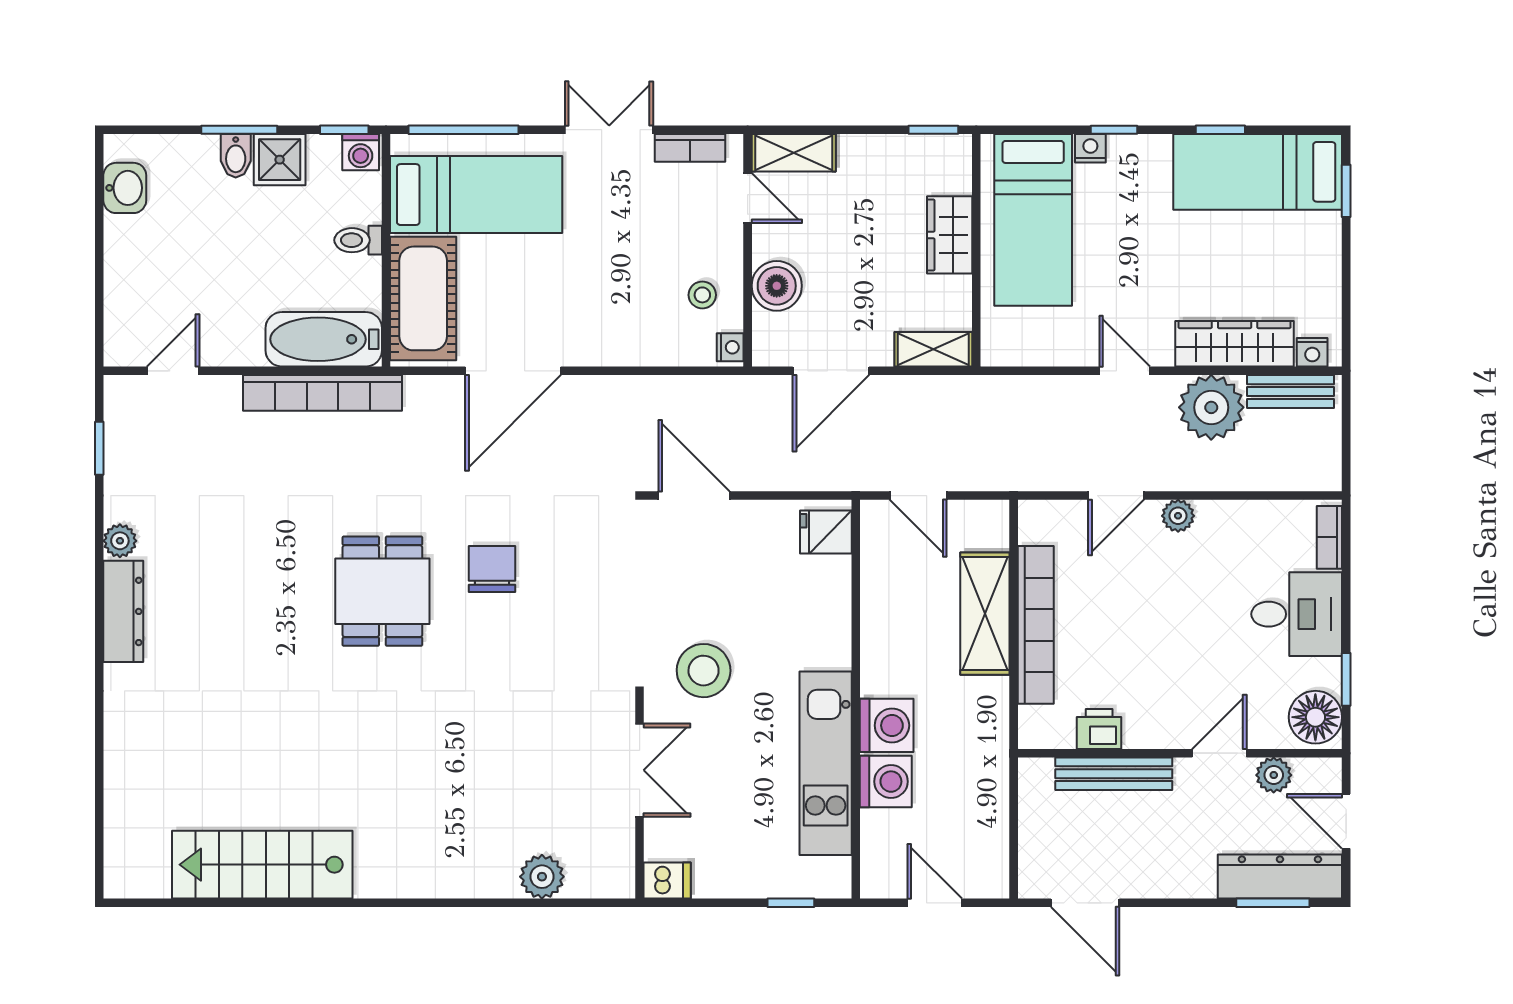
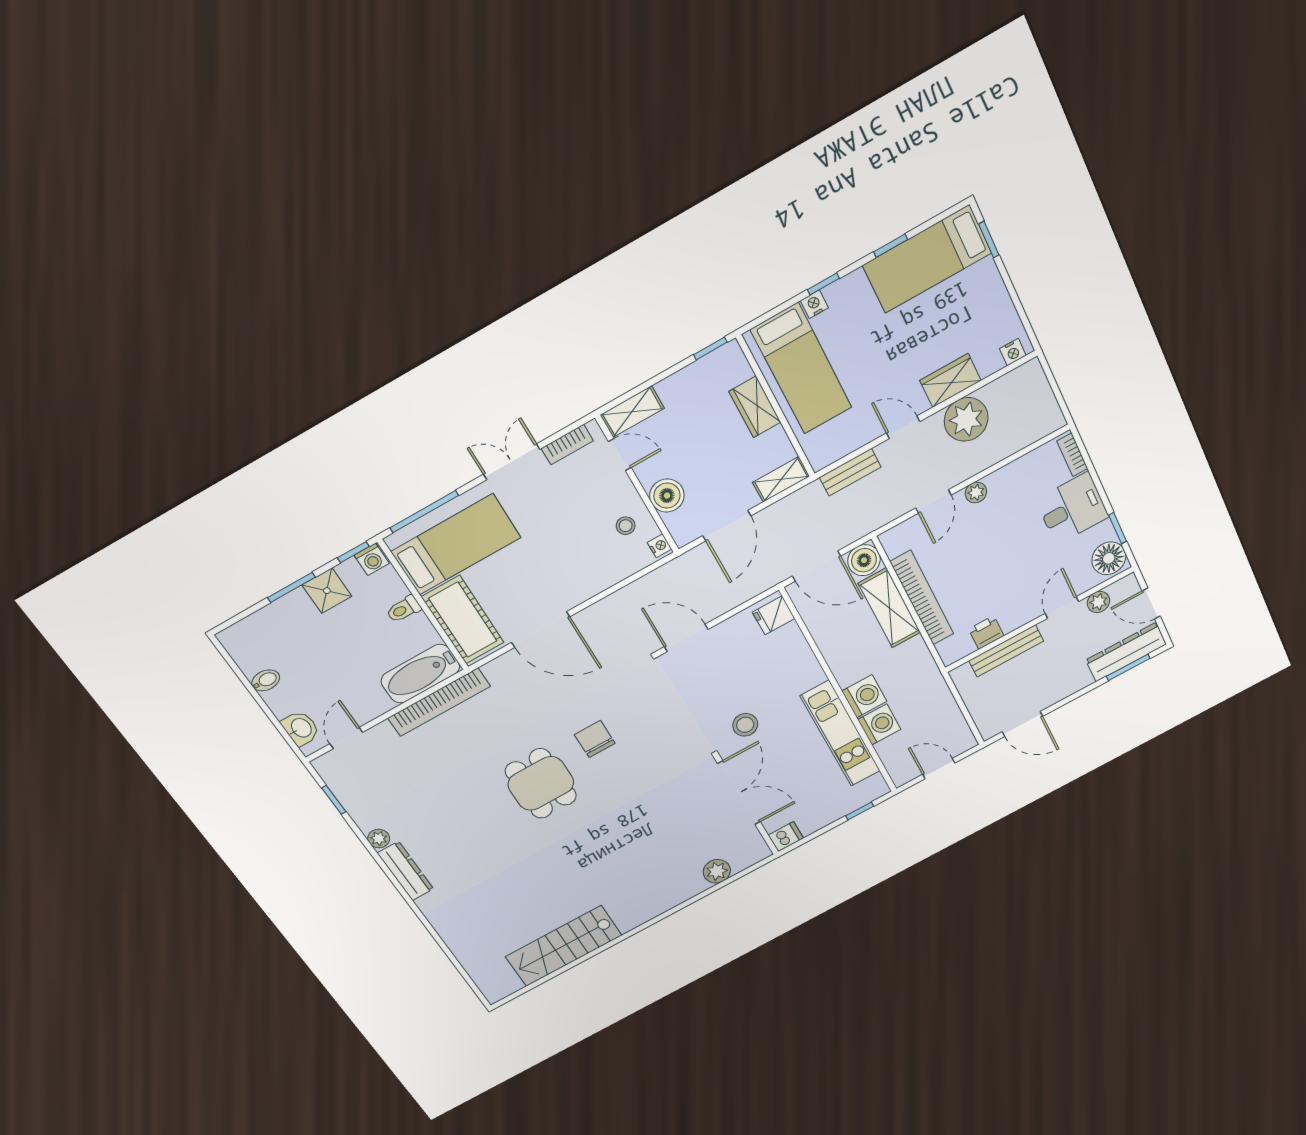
bidet: (236, 156) -> (266, 680), moved, turned -90
washbasin: (125, 188) -> (301, 728), moved
wardrobe: (1235, 344) -> (950, 381), width x0.67
door: (513, 371) -> (541, 630), hinge flipped
bench: (1291, 392) -> (850, 472), moved
door: (918, 496) -> (816, 566), width x1.38
boiler: (985, 524) -> (864, 560), added
stool: (704, 671) -> (745, 725), width x0.73, depth x0.73
double door: (640, 770) -> (739, 793), width x1.37

